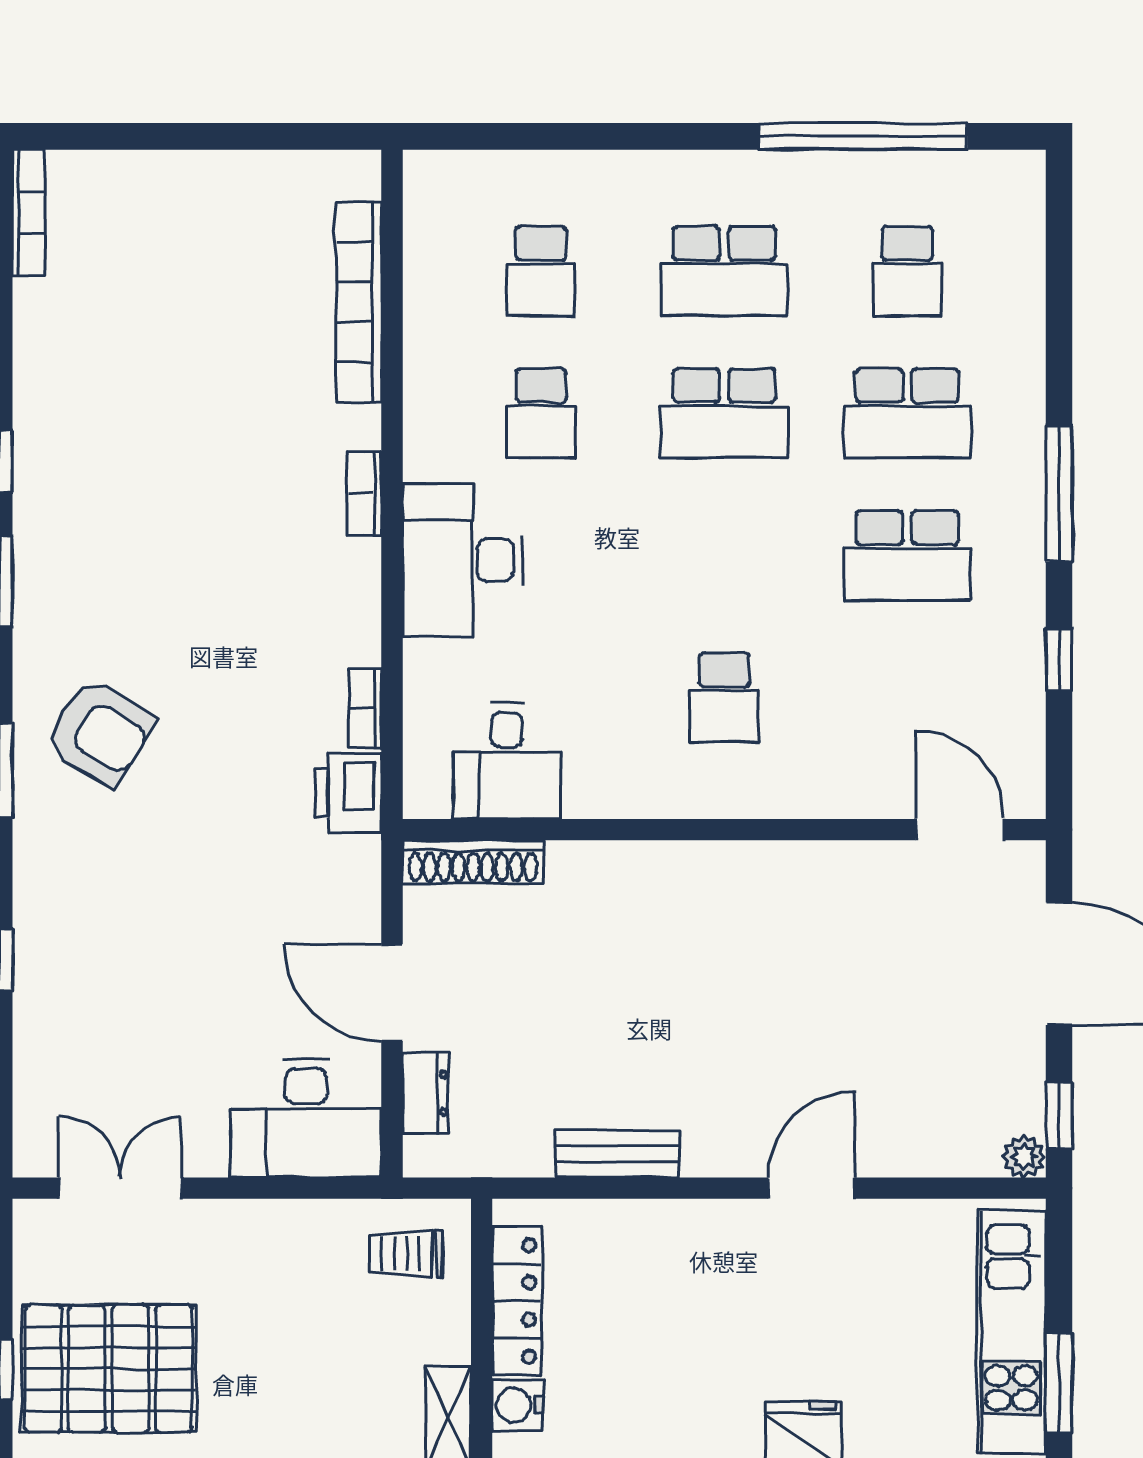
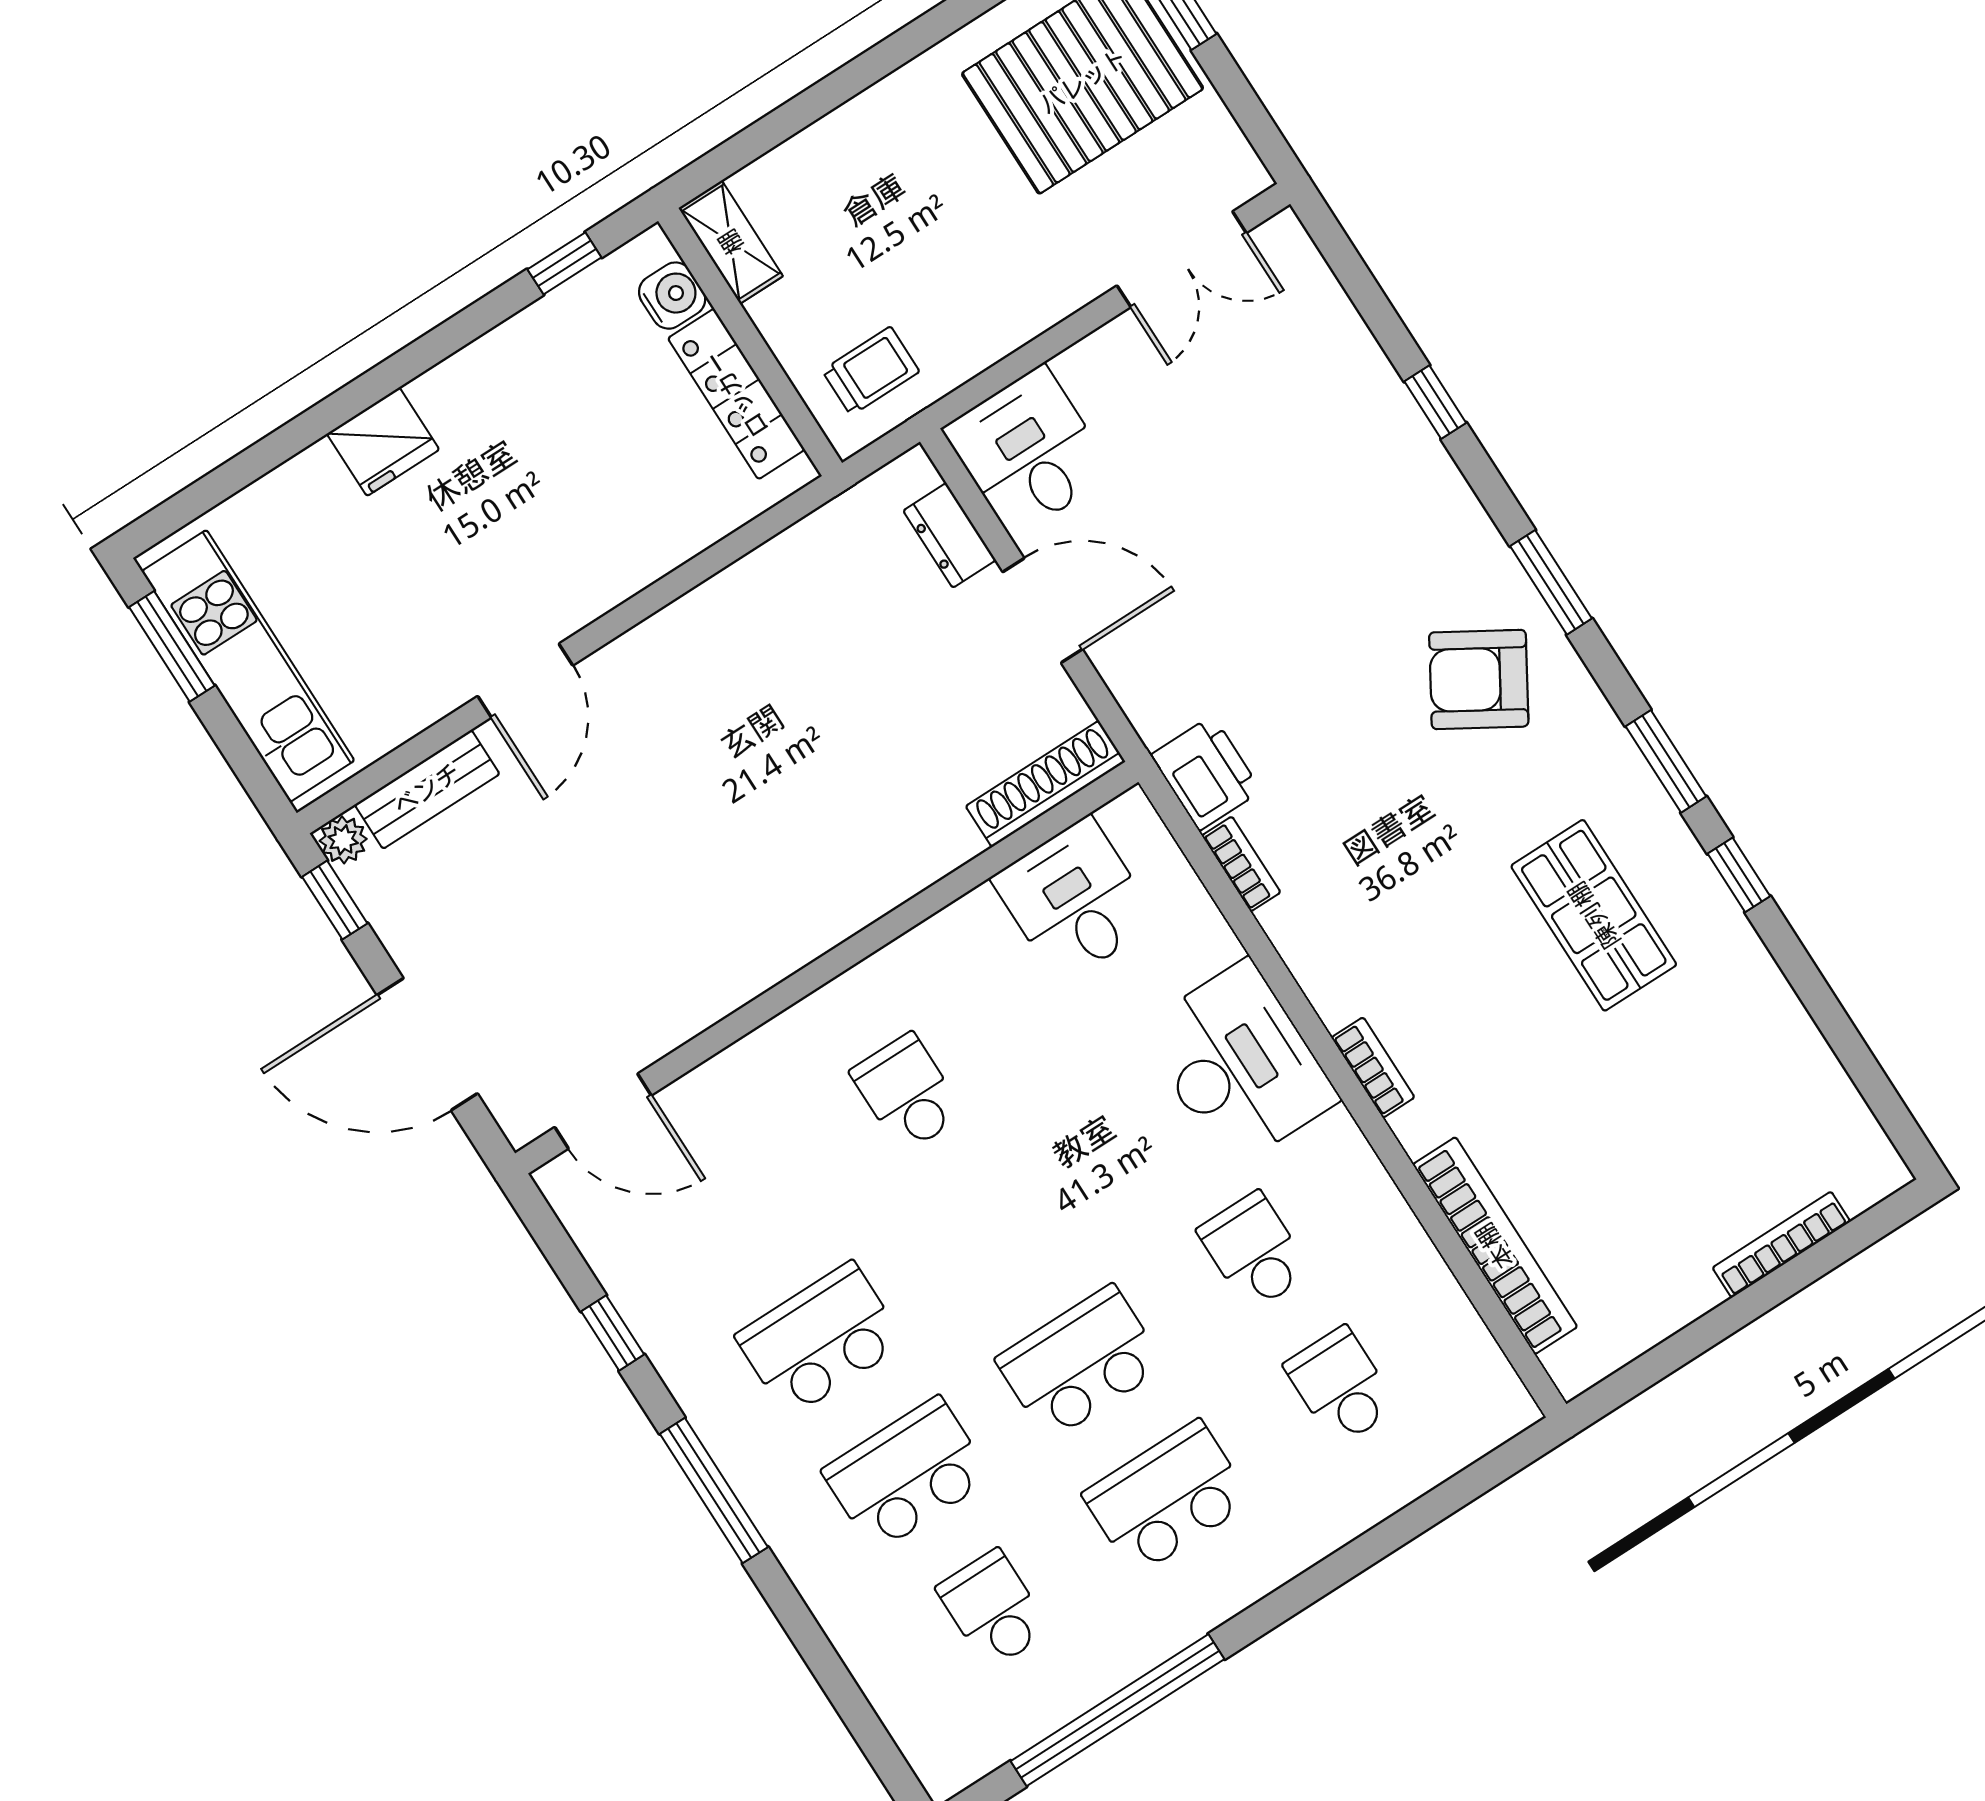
bookcase: (28, 212) -> (1781, 1245), moved, turned 90
shop shelf: (127, 501) -> (1594, 915), added
desk: (306, 1118) -> (1028, 451), width x0.73
bench: (618, 1154) -> (427, 789), moved

